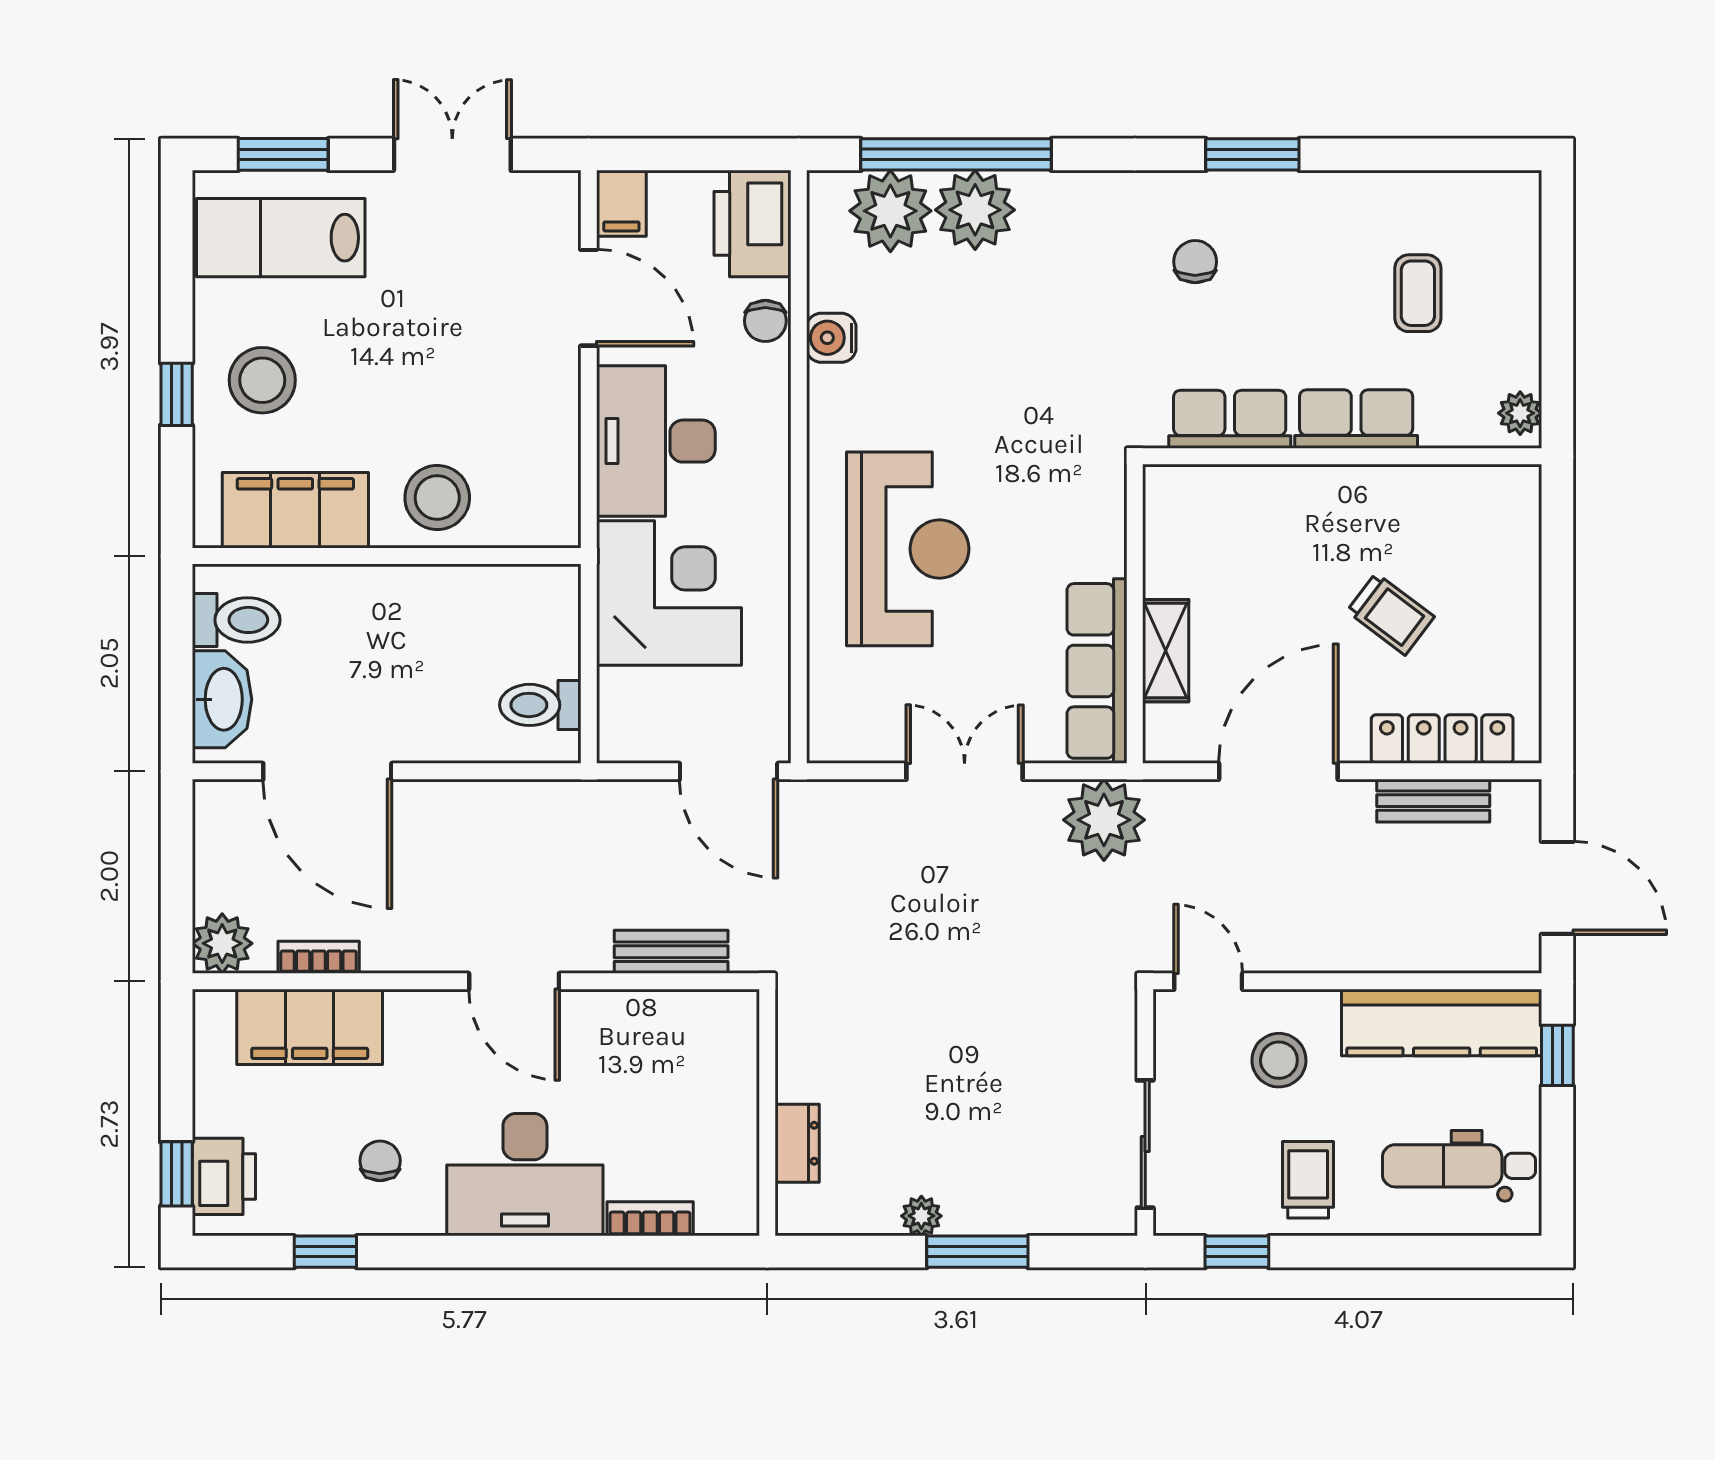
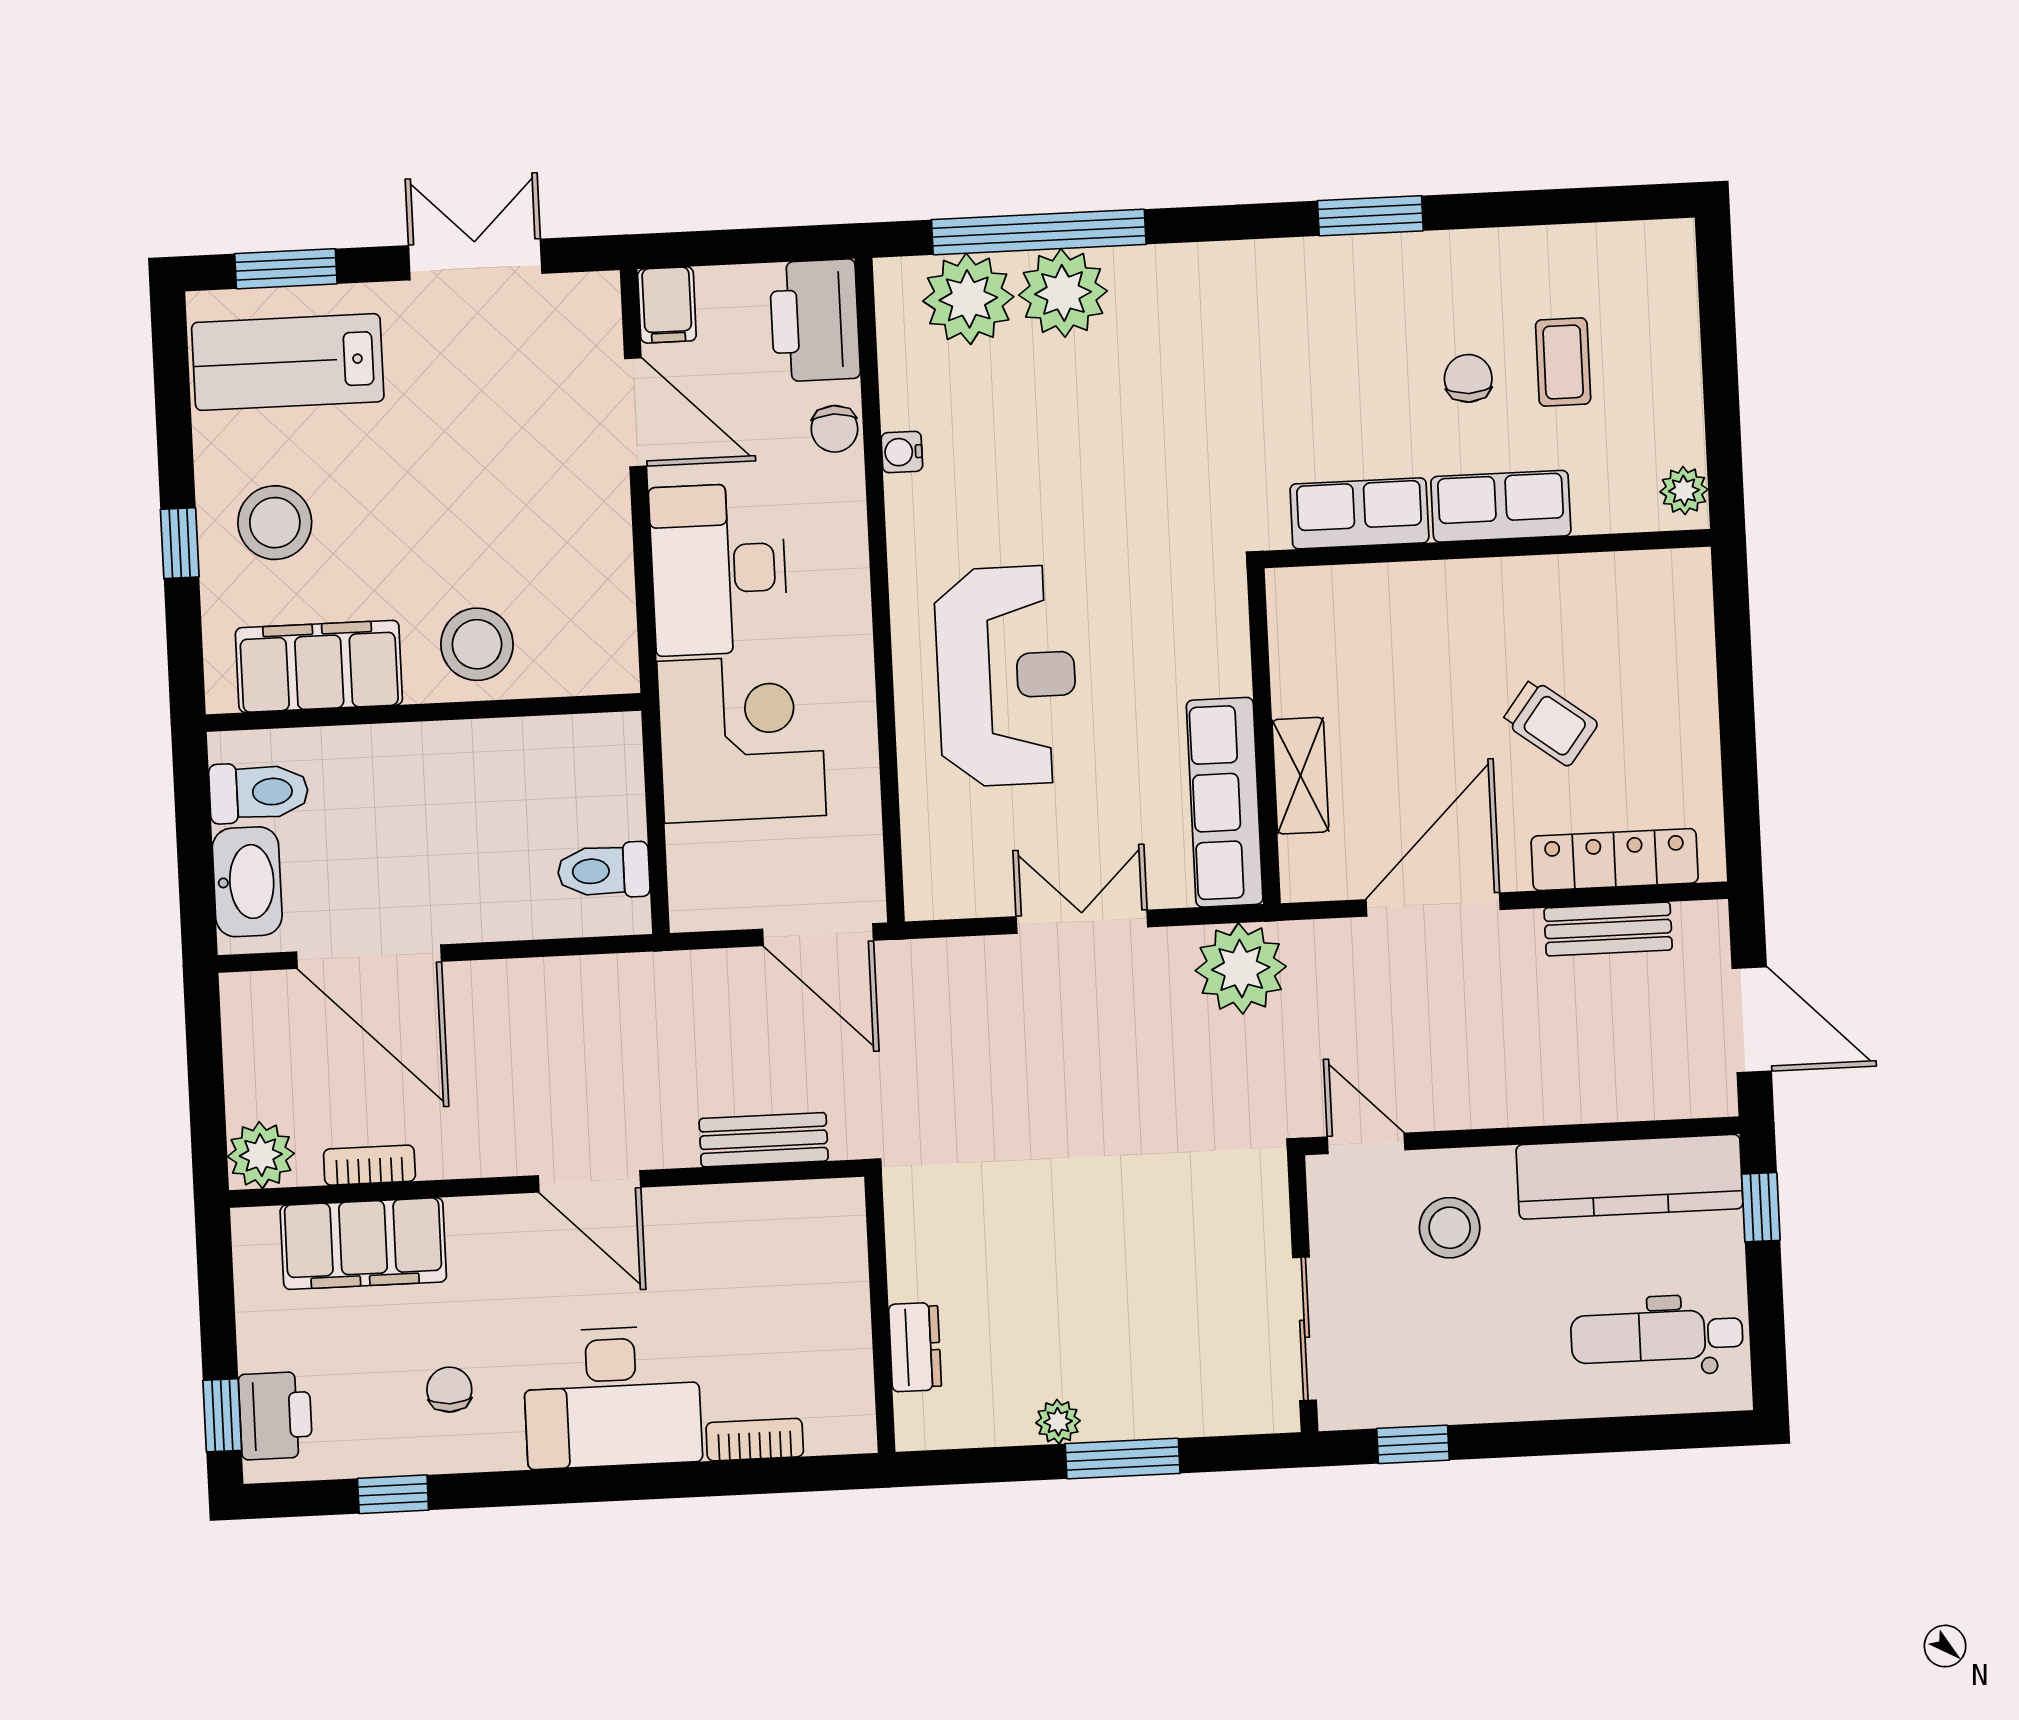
chair: (1195, 262) -> (1468, 378), moved
water cooler: (831, 338) -> (902, 452), width x0.72, depth x0.72
trolley: (1308, 1180) -> (1489, 1360), removed

